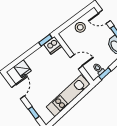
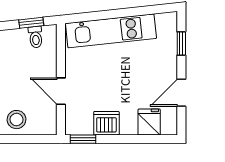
dishwasher: (53, 45) -> (106, 123), moved
door: (76, 62) -> (61, 91), moved

